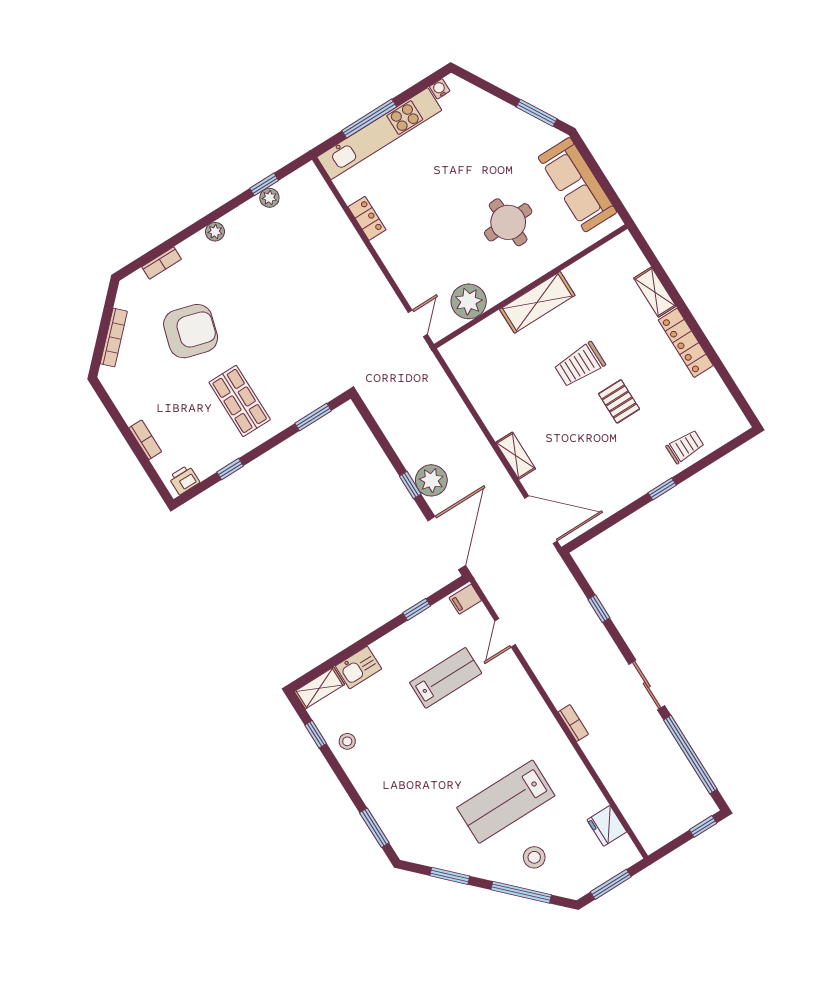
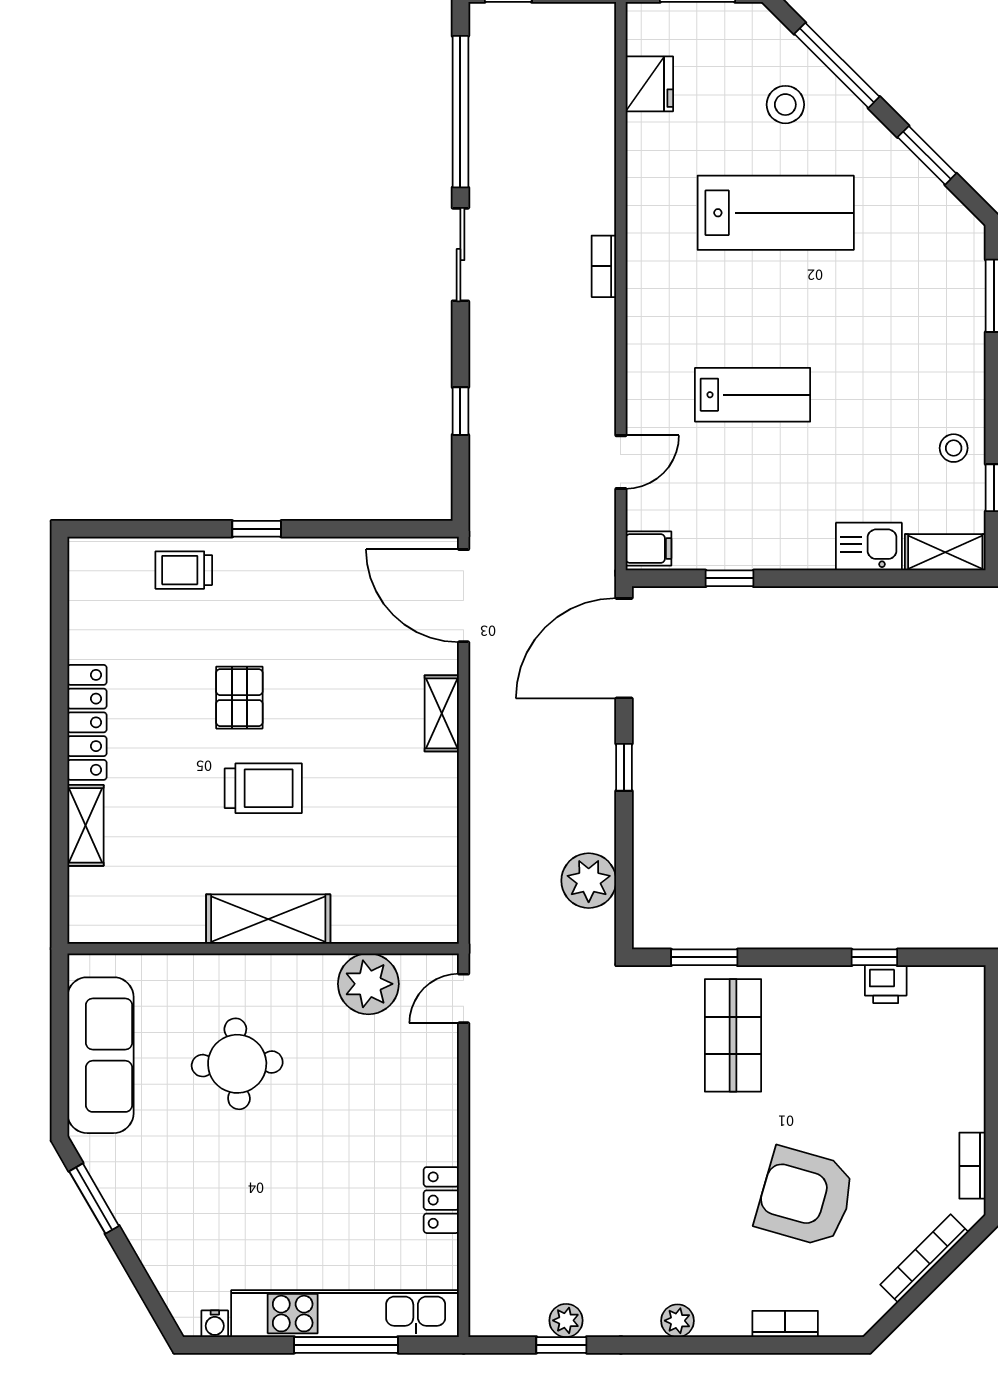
shop shelf: (240, 401) -> (733, 1035), moved
bookcase: (145, 440) -> (972, 1166), moved
printer: (184, 480) -> (886, 984), moved
plant: (431, 480) -> (589, 881), moved
lab bench: (446, 678) -> (753, 395), moved, turned 180

